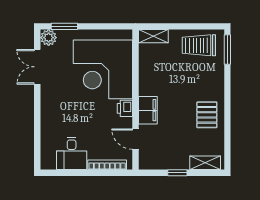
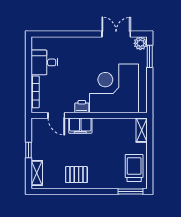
door: (135, 139) -> (56, 115), swing flipped

